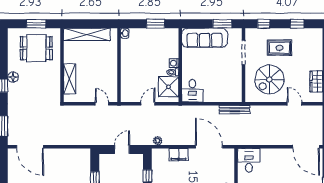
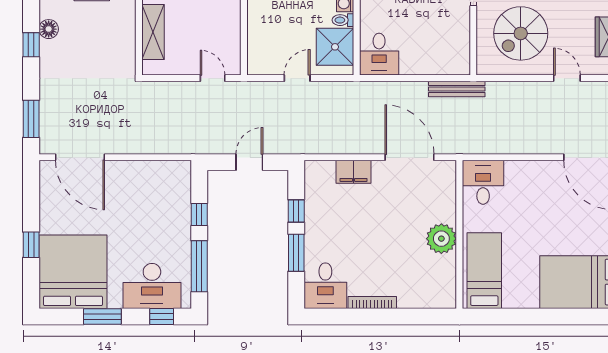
plant: (158, 141) -> (315, 146), removed

